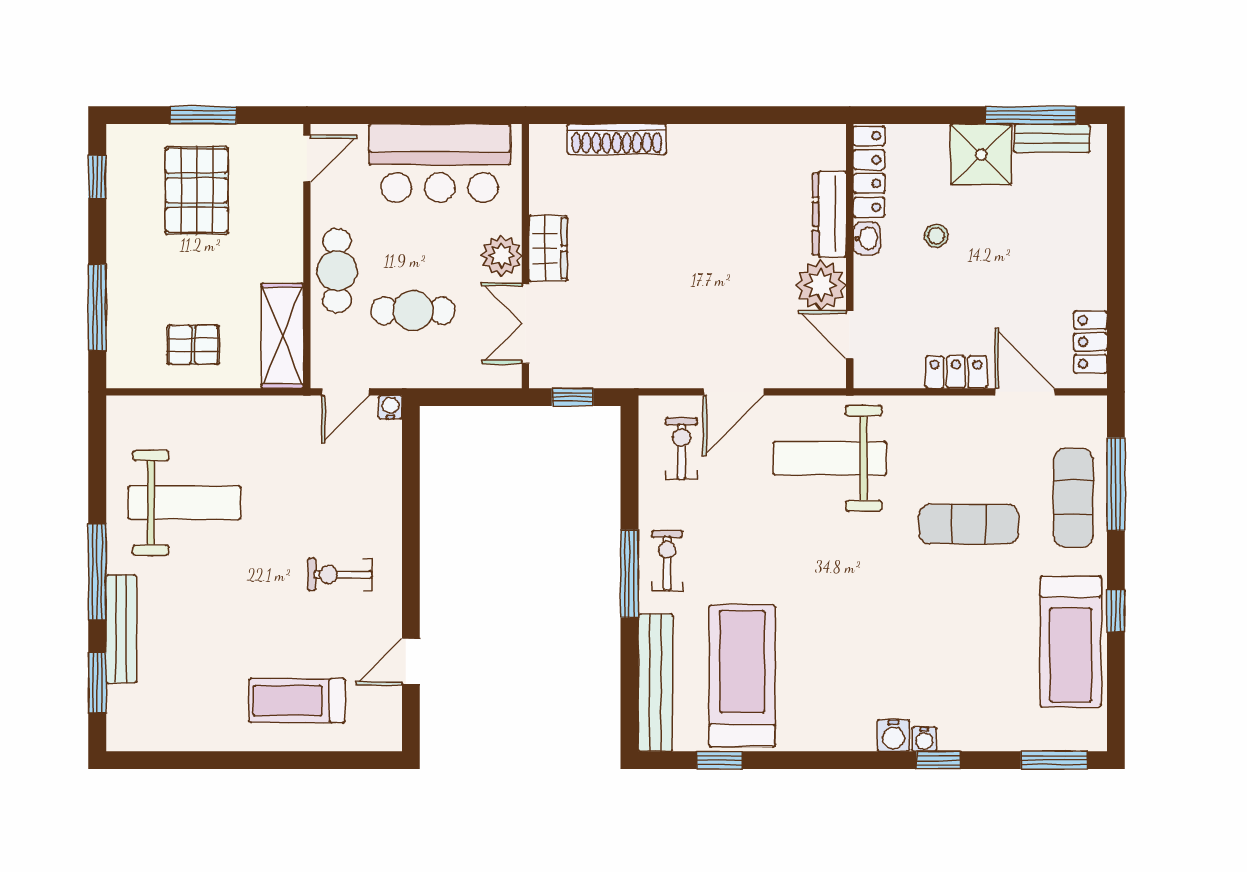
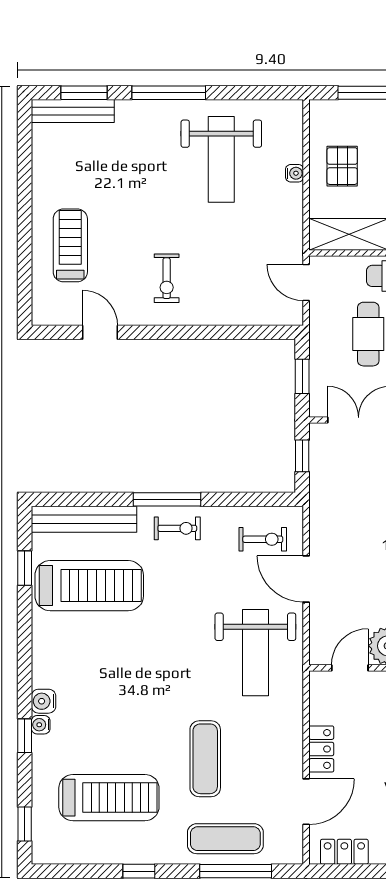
window: (468, 397) -> (302, 376), added
water cooler: (390, 407) -> (295, 173), moved
weight bench: (830, 458) -> (255, 653), turned 180
exercise bike: (340, 574) -> (167, 278), turned 180
bench: (121, 629) -> (73, 111), moved
treadmill: (1071, 642) -> (109, 798), moved, turned 180
window: (1054, 760) -> (25, 824), width x0.67

